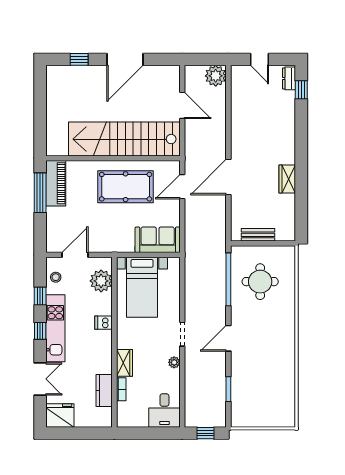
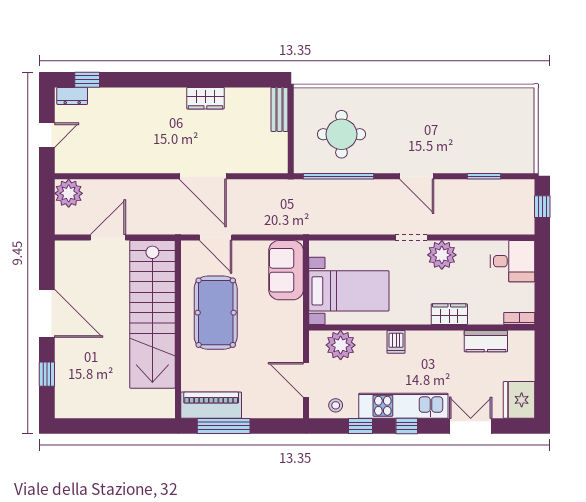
bench: (258, 235) -> (279, 109), moved
plant: (174, 362) -> (442, 255), width x1.87, depth x1.87
bookcase: (121, 389) -> (519, 318), moved

